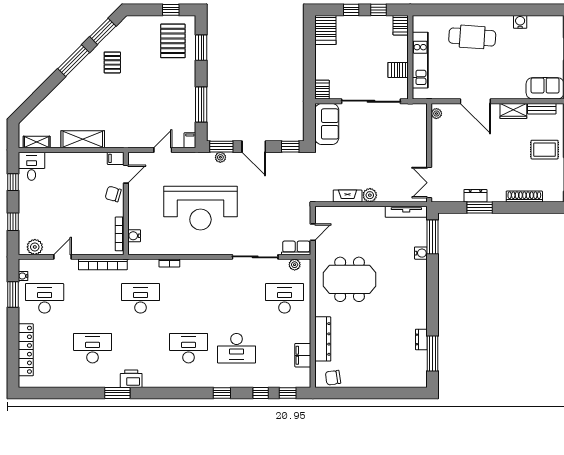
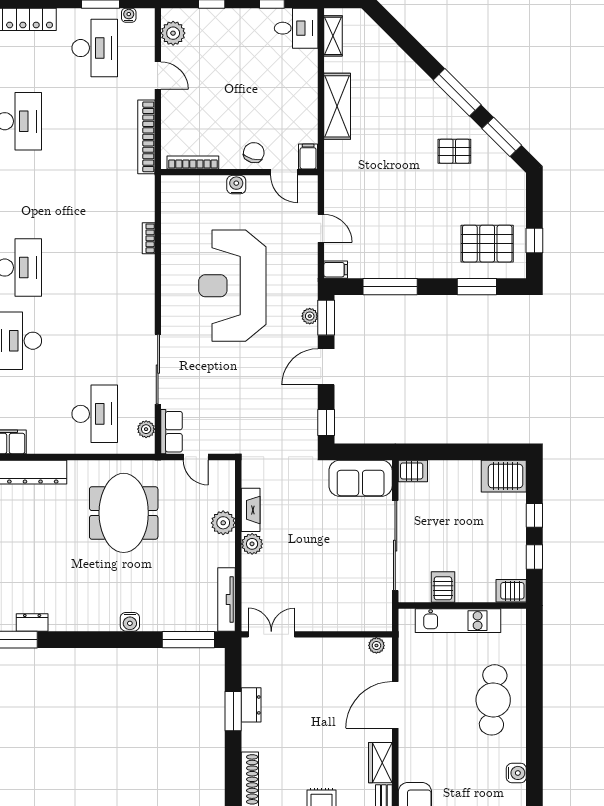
plant: (356, 214) -> (223, 523), added
water cooler: (134, 236) -> (236, 185), moved
water cooler: (421, 253) -> (130, 622), moved
desk: (141, 298) -> (95, 194), removed

